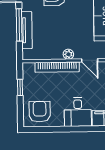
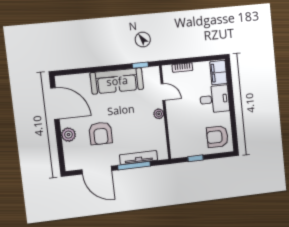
door: (90, 60) -> (163, 92), hinge flipped
bookcase: (57, 67) -> (172, 124), removed

